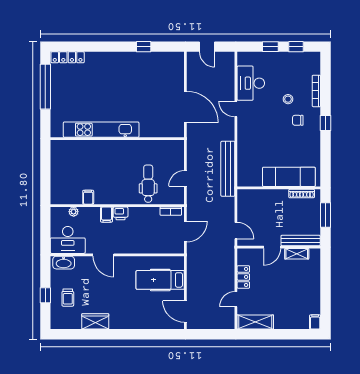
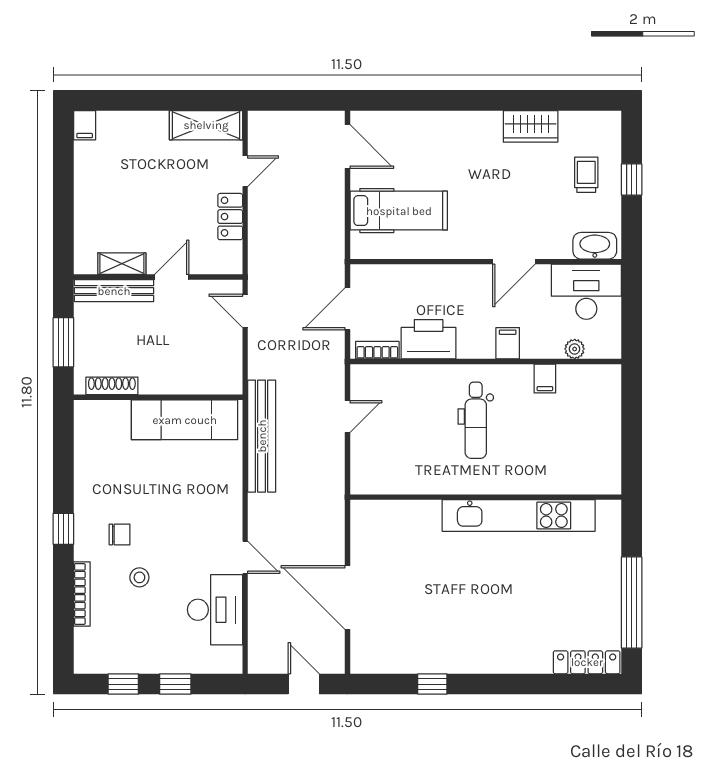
door: (185, 107) -> (347, 598), moved
exam couch: (289, 177) -> (185, 420), moved
dental chair: (148, 184) -> (476, 420), moved
printer: (121, 213) -> (429, 339), moved, width x1.87, depth x1.48
door: (103, 255) -> (514, 262), swing flipped

